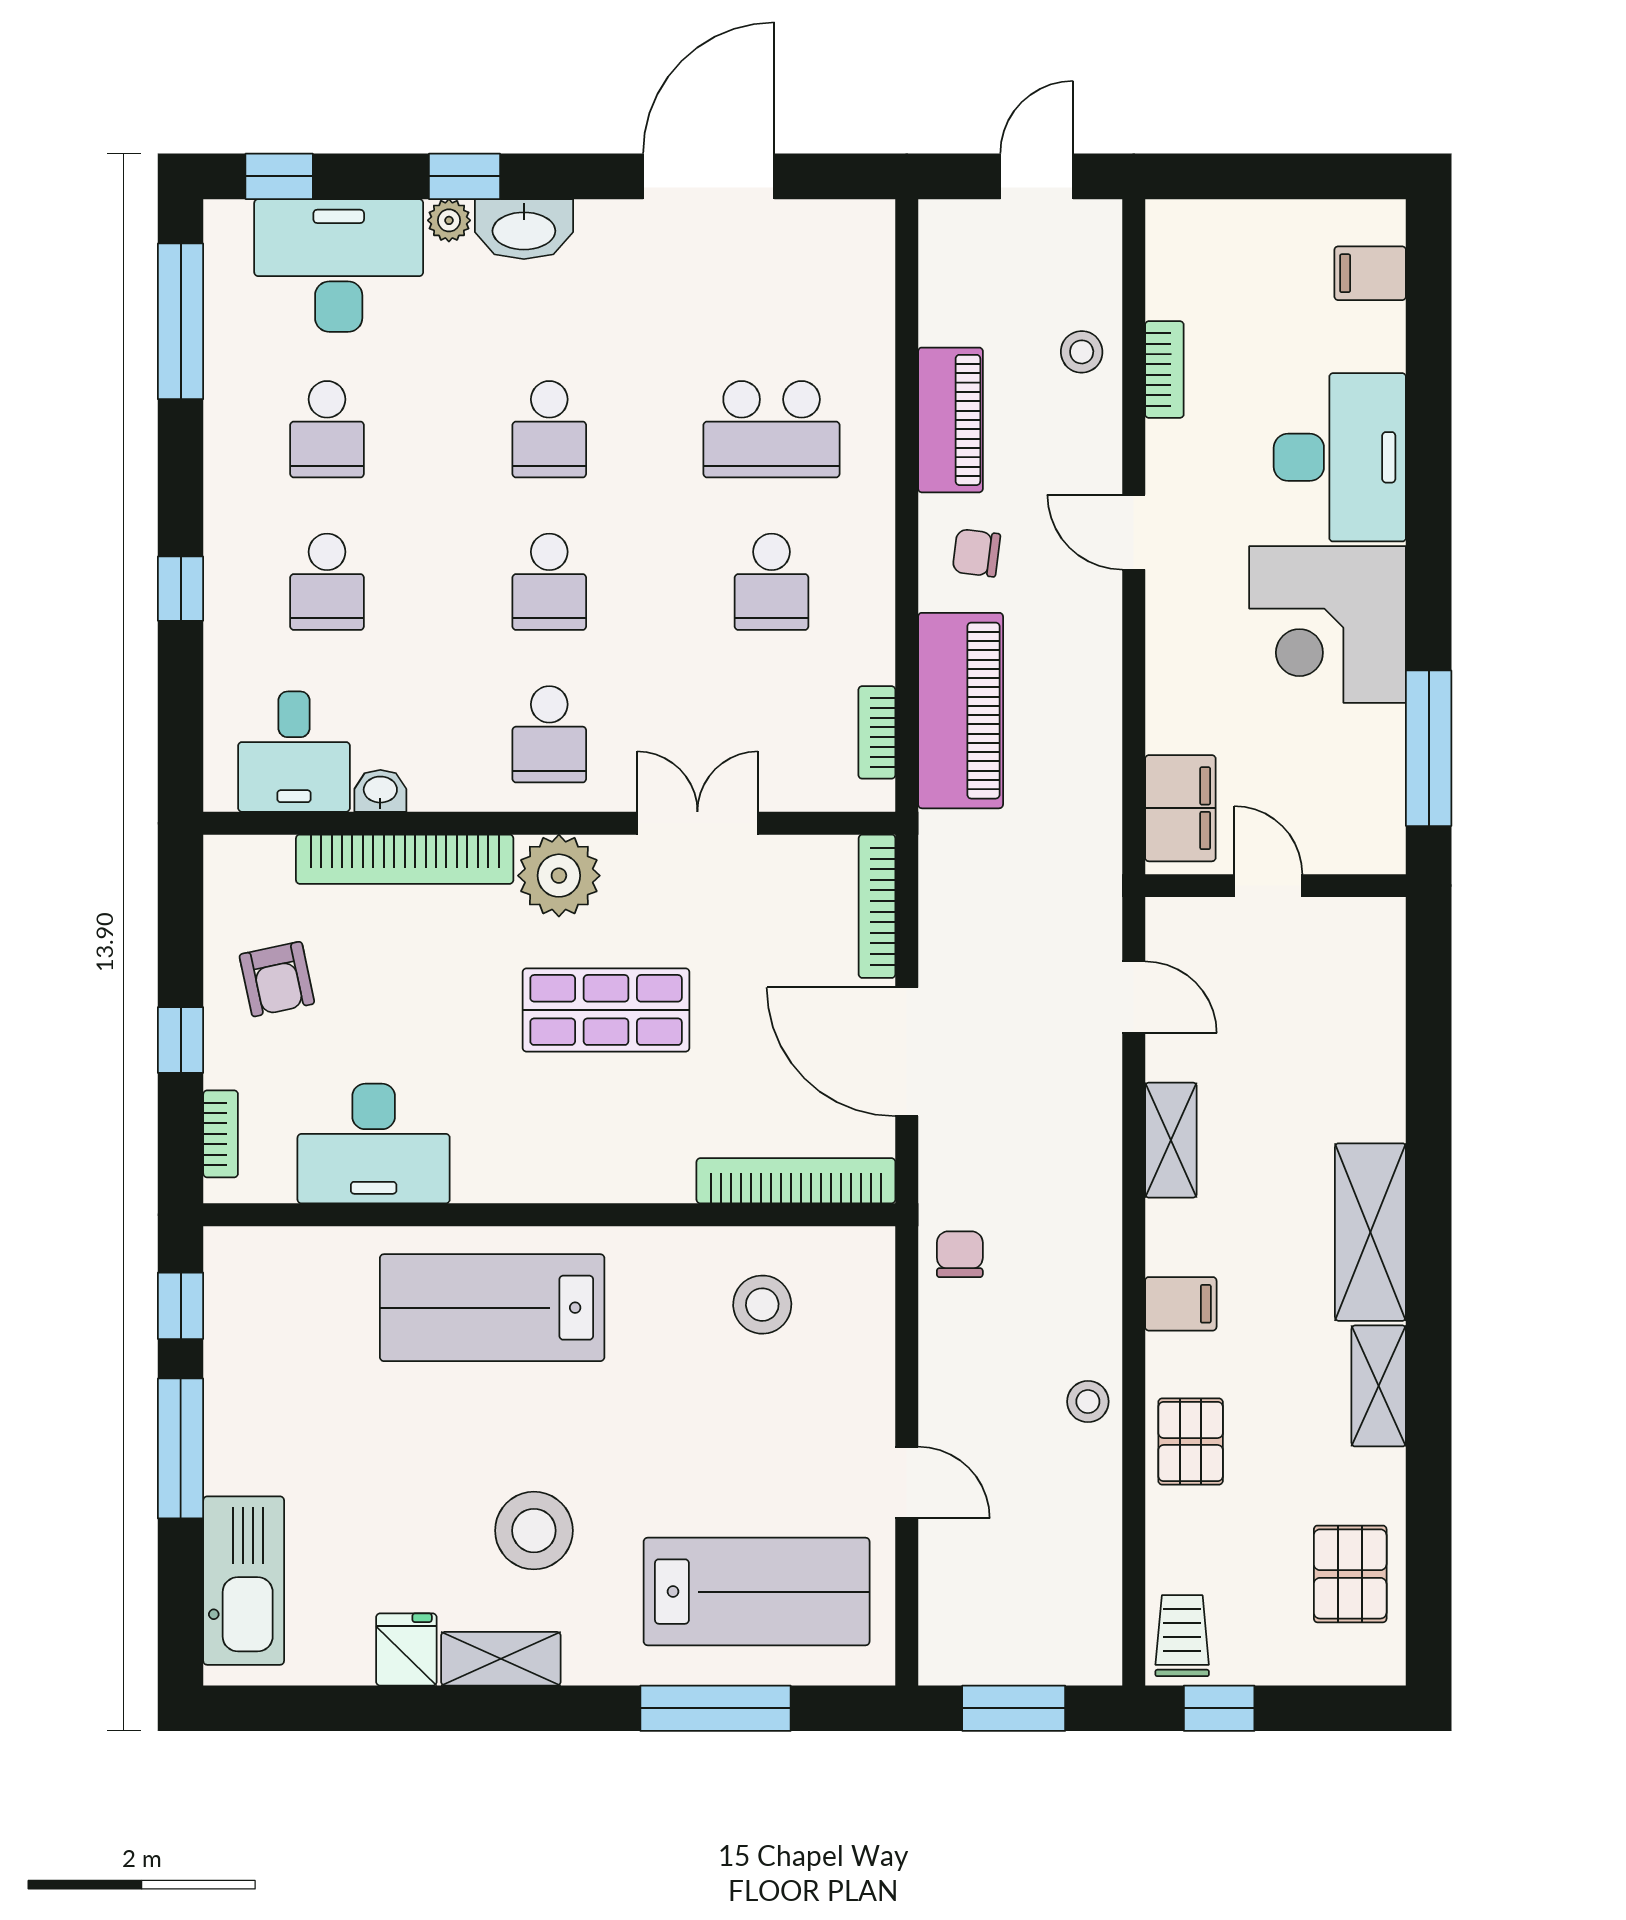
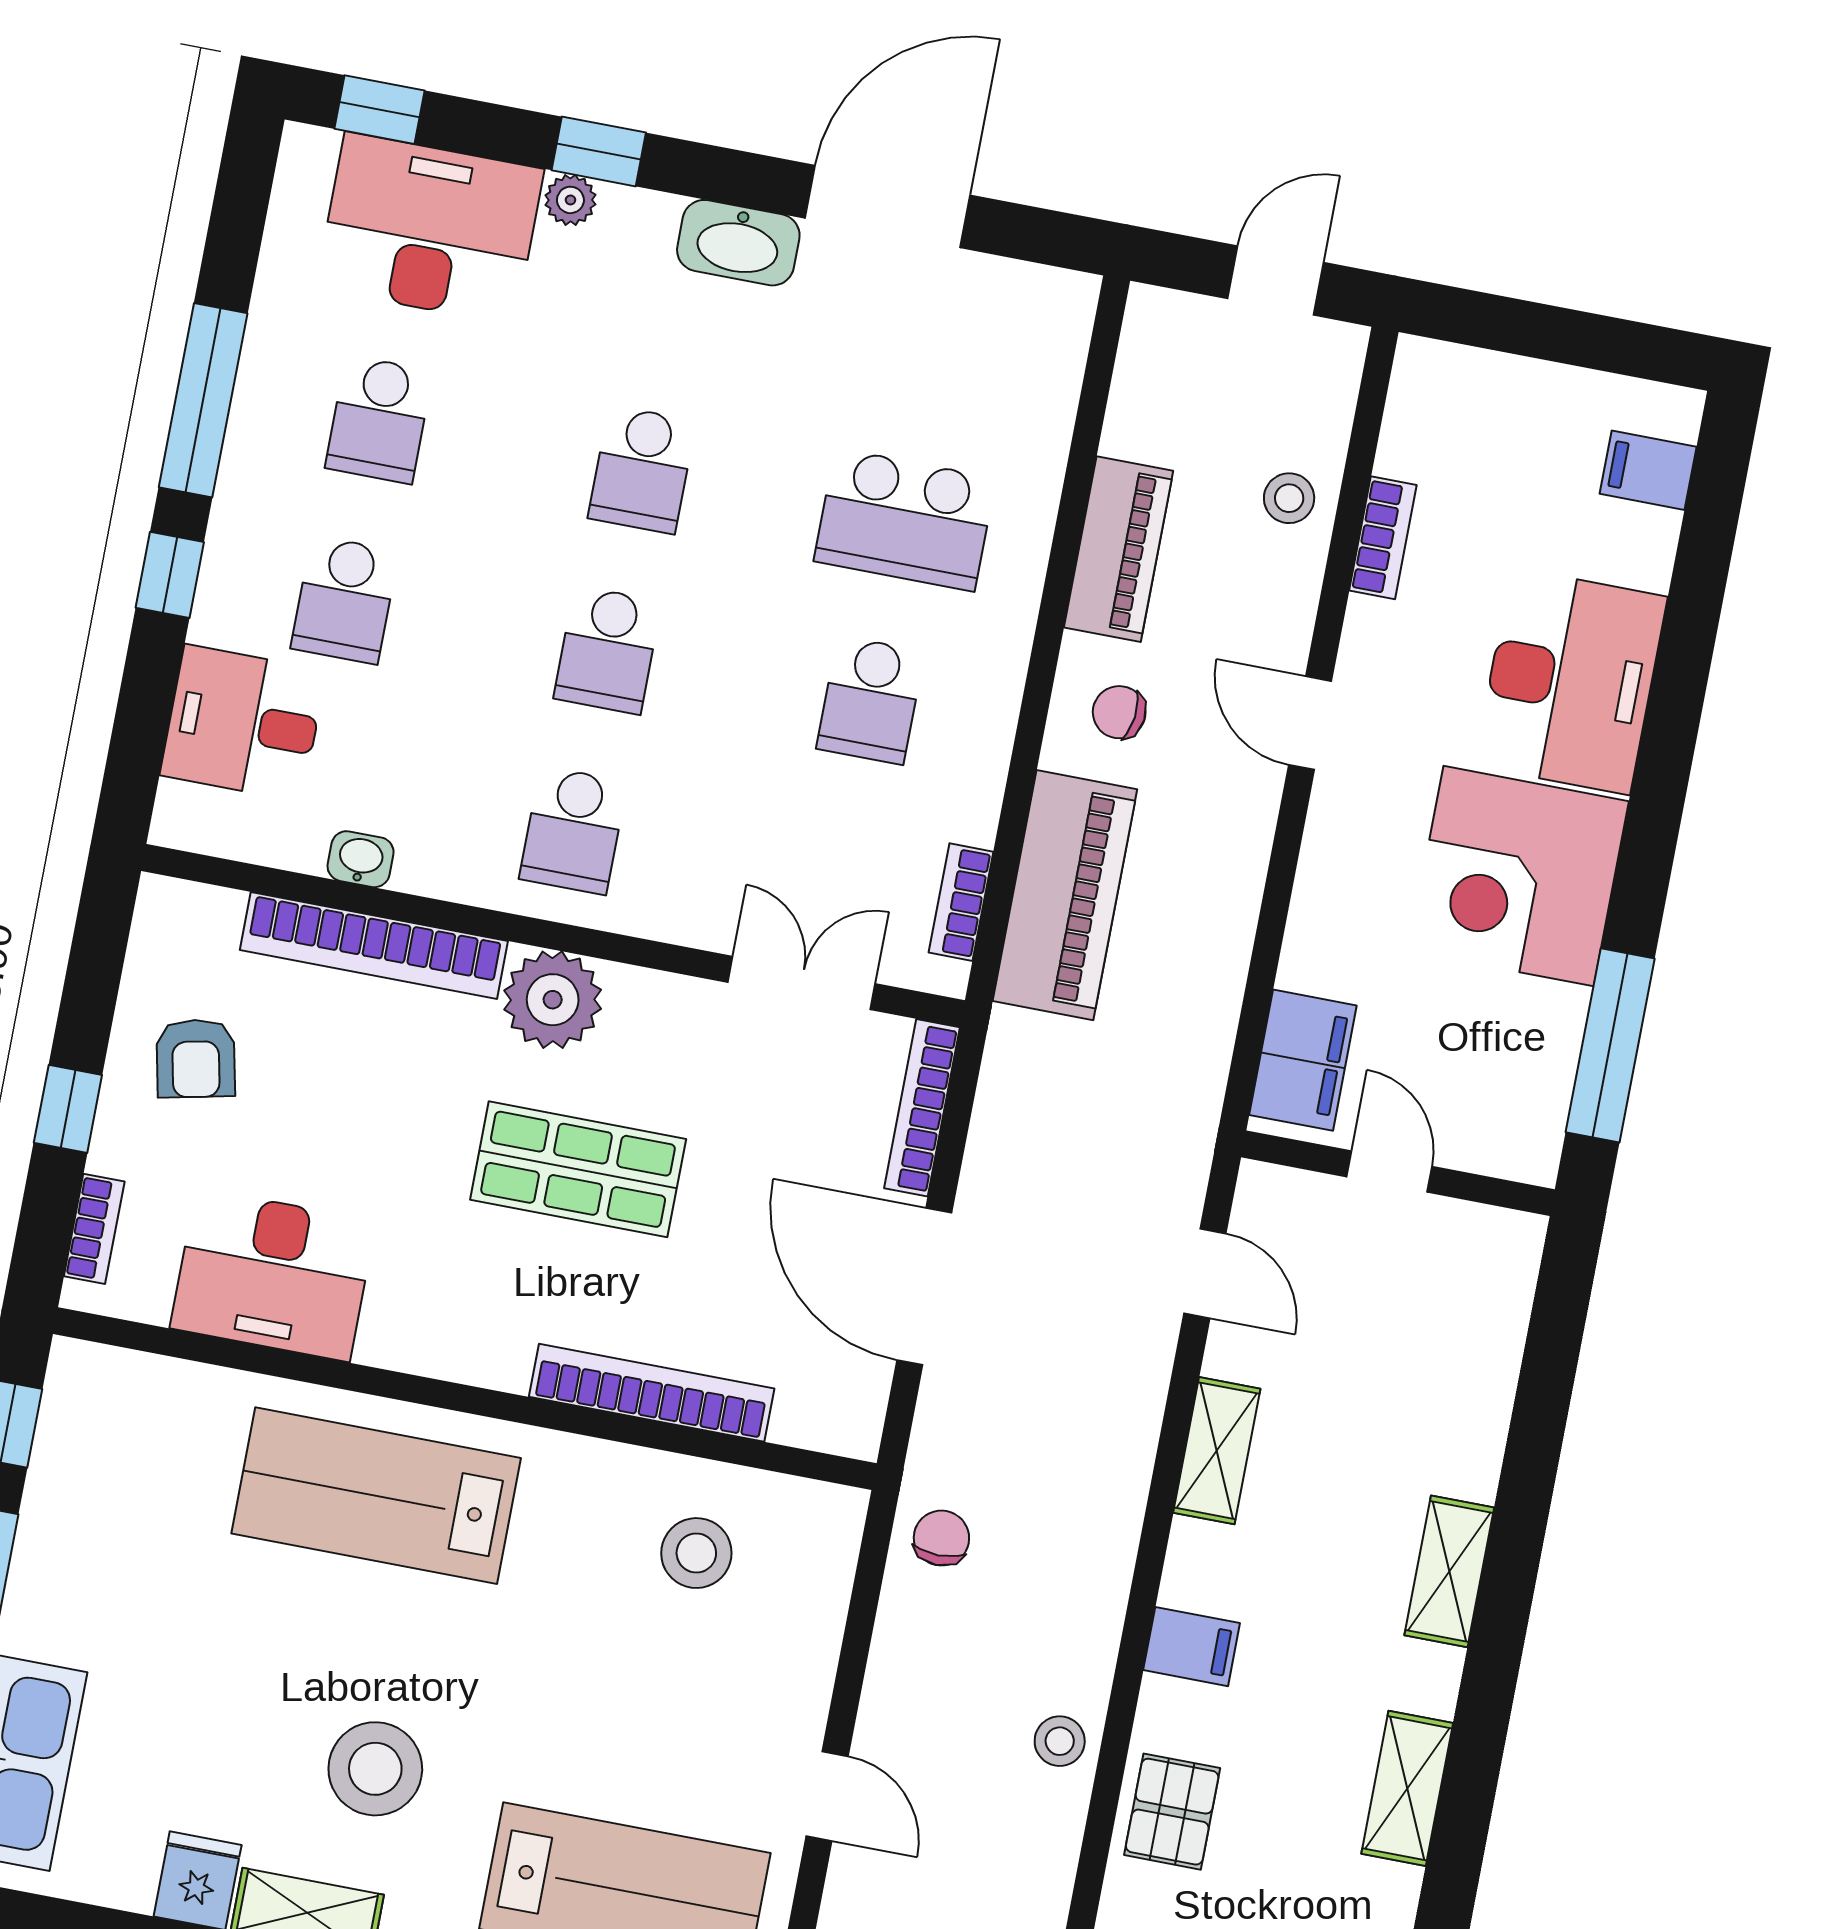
washbasin: (524, 229) -> (738, 243), moved
window: (181, 321) -> (203, 400), moved
desk: (294, 752) -> (243, 723), moved, turned 90
double door: (697, 823) -> (802, 983), moved
bookcase: (796, 1181) -> (652, 1393), moved
shelving: (1370, 1232) -> (1449, 1571), width x0.67, depth x0.75

